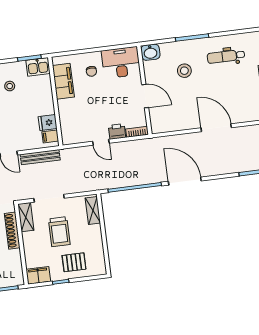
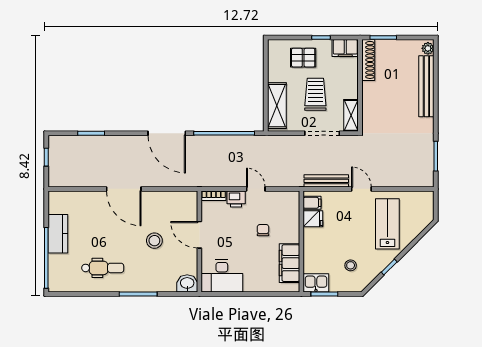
chair: (91, 71) -> (263, 230), moved
stool: (184, 71) -> (154, 241), moved
shelving: (93, 211) -> (277, 106), width x1.50, depth x1.33
shoe rack: (12, 231) -> (368, 60), moved

